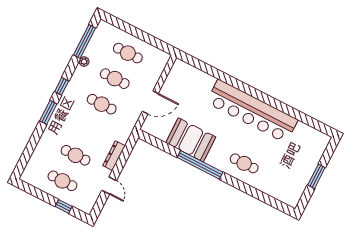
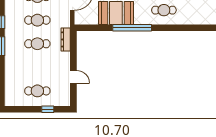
cafe table: (76, 155) -> (37, 44), moved
dresser: (114, 156) -> (66, 39), moved

